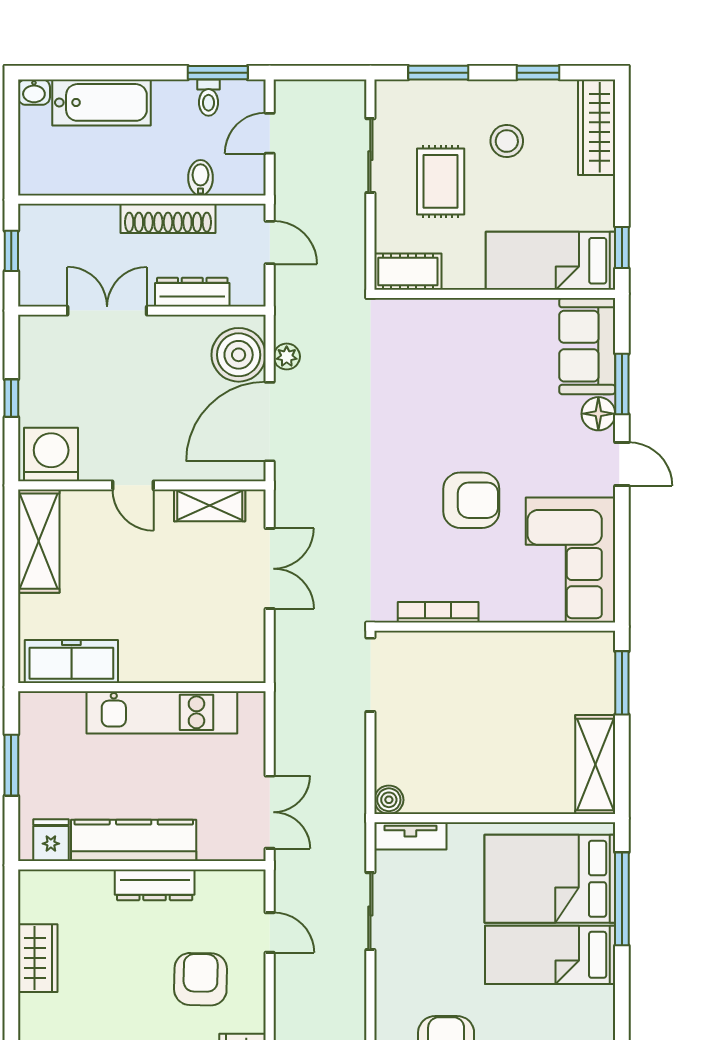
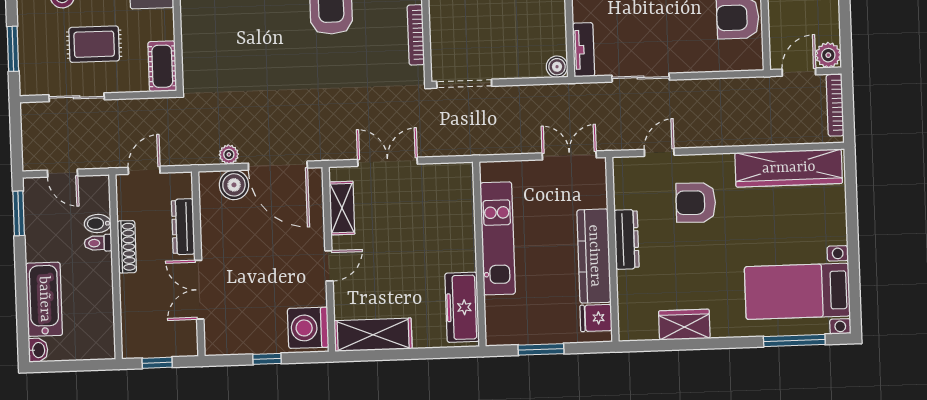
toilet: (209, 98) -> (98, 243), moved, turned 180
shoe rack: (168, 218) -> (127, 247), width x0.74, depth x0.81
boiler: (239, 355) -> (234, 185), width x0.73, depth x0.73

